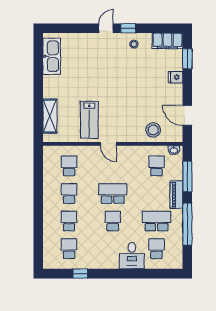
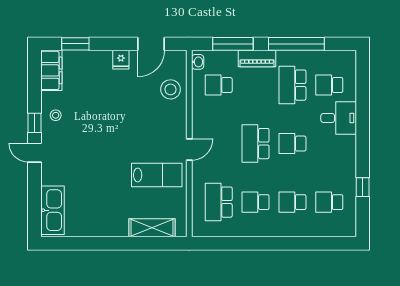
kitchen sink: (52, 56) -> (52, 210), moved, turned 90
fridge: (175, 77) -> (121, 60), moved
school desk: (69, 166) -> (219, 202), width x1.85

